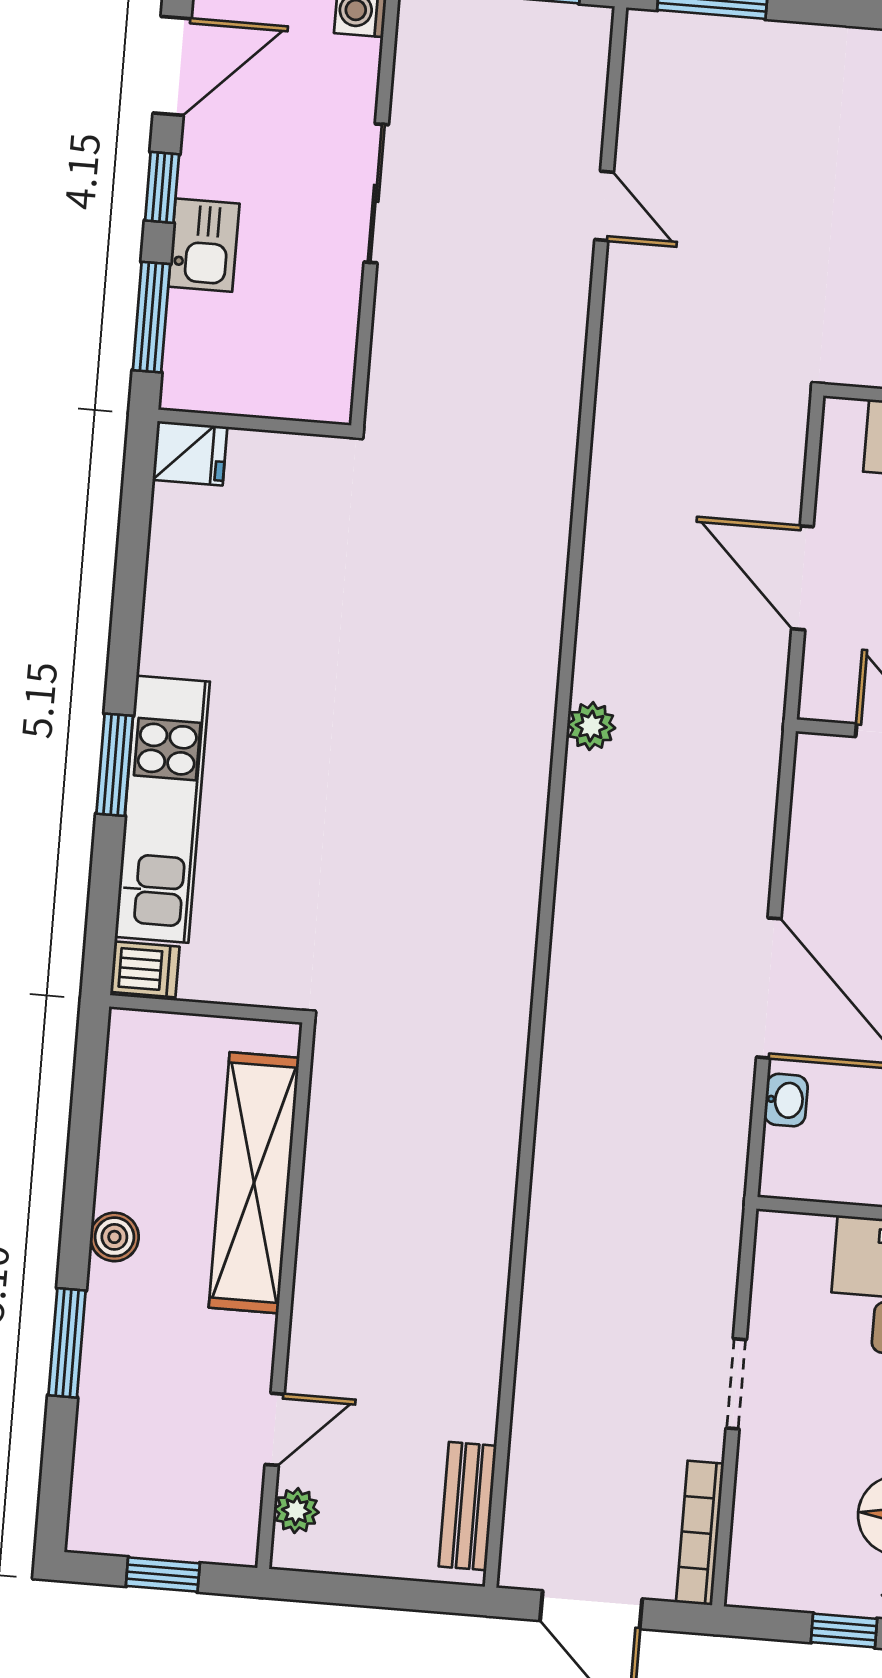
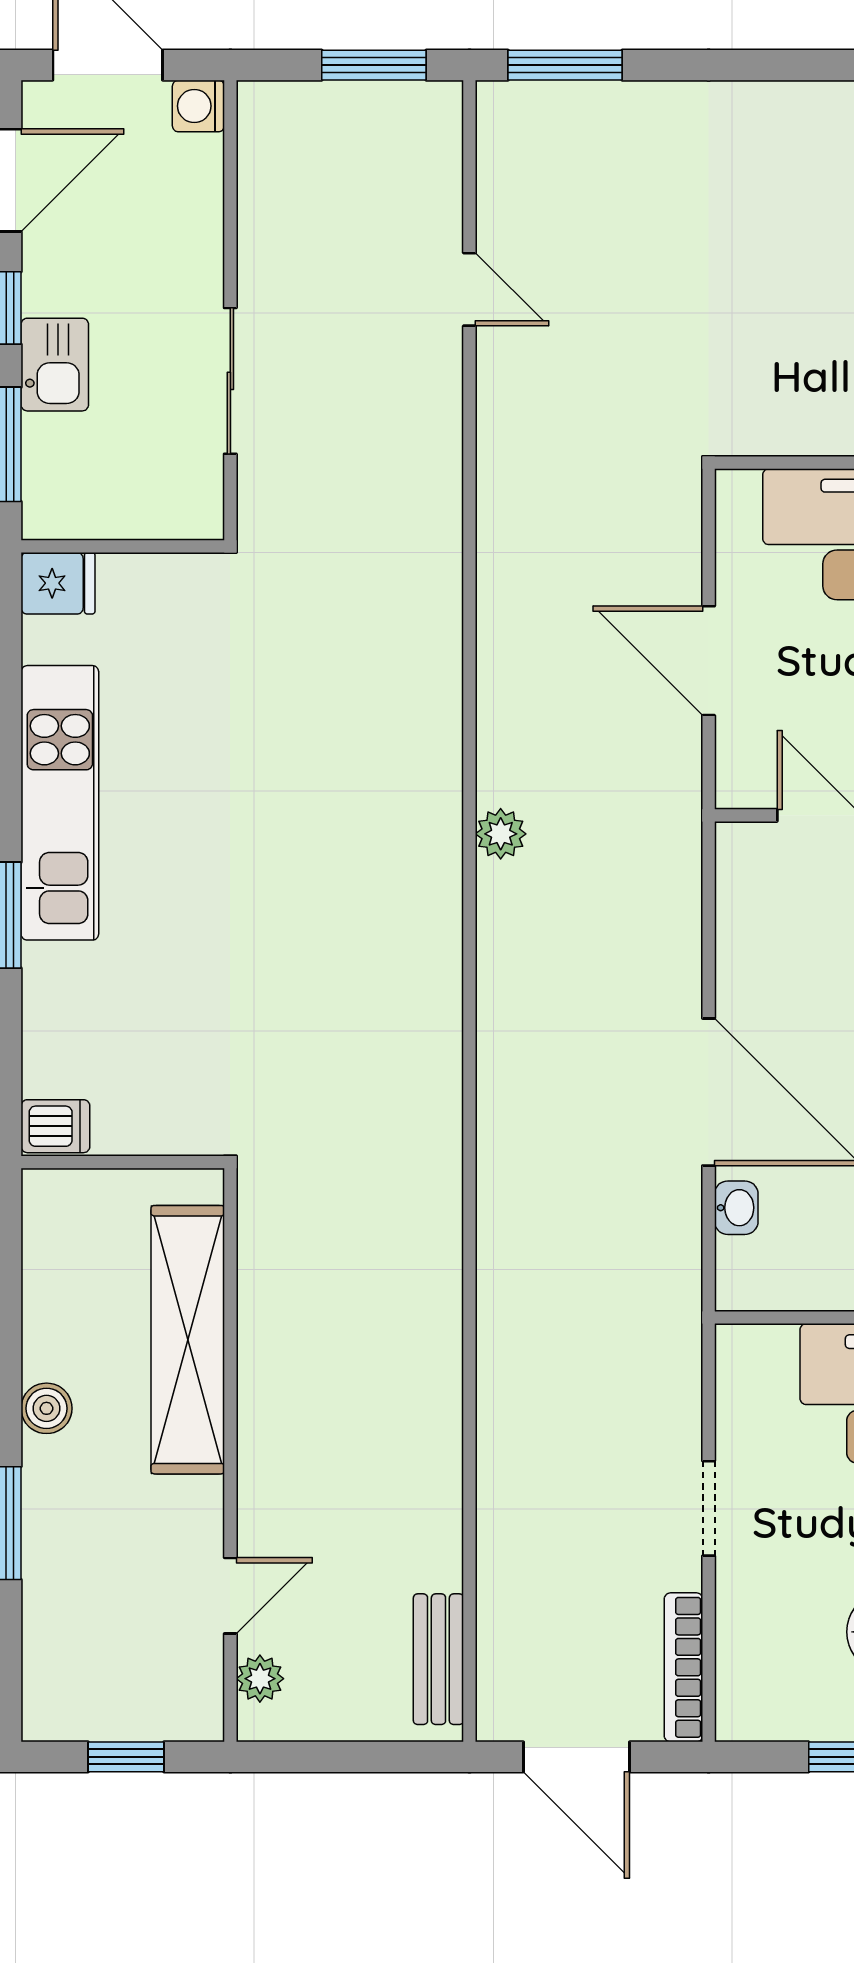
sliding door: (376, 193) -> (230, 381), moved
kitchen unit: (162, 809) -> (60, 803), moved

